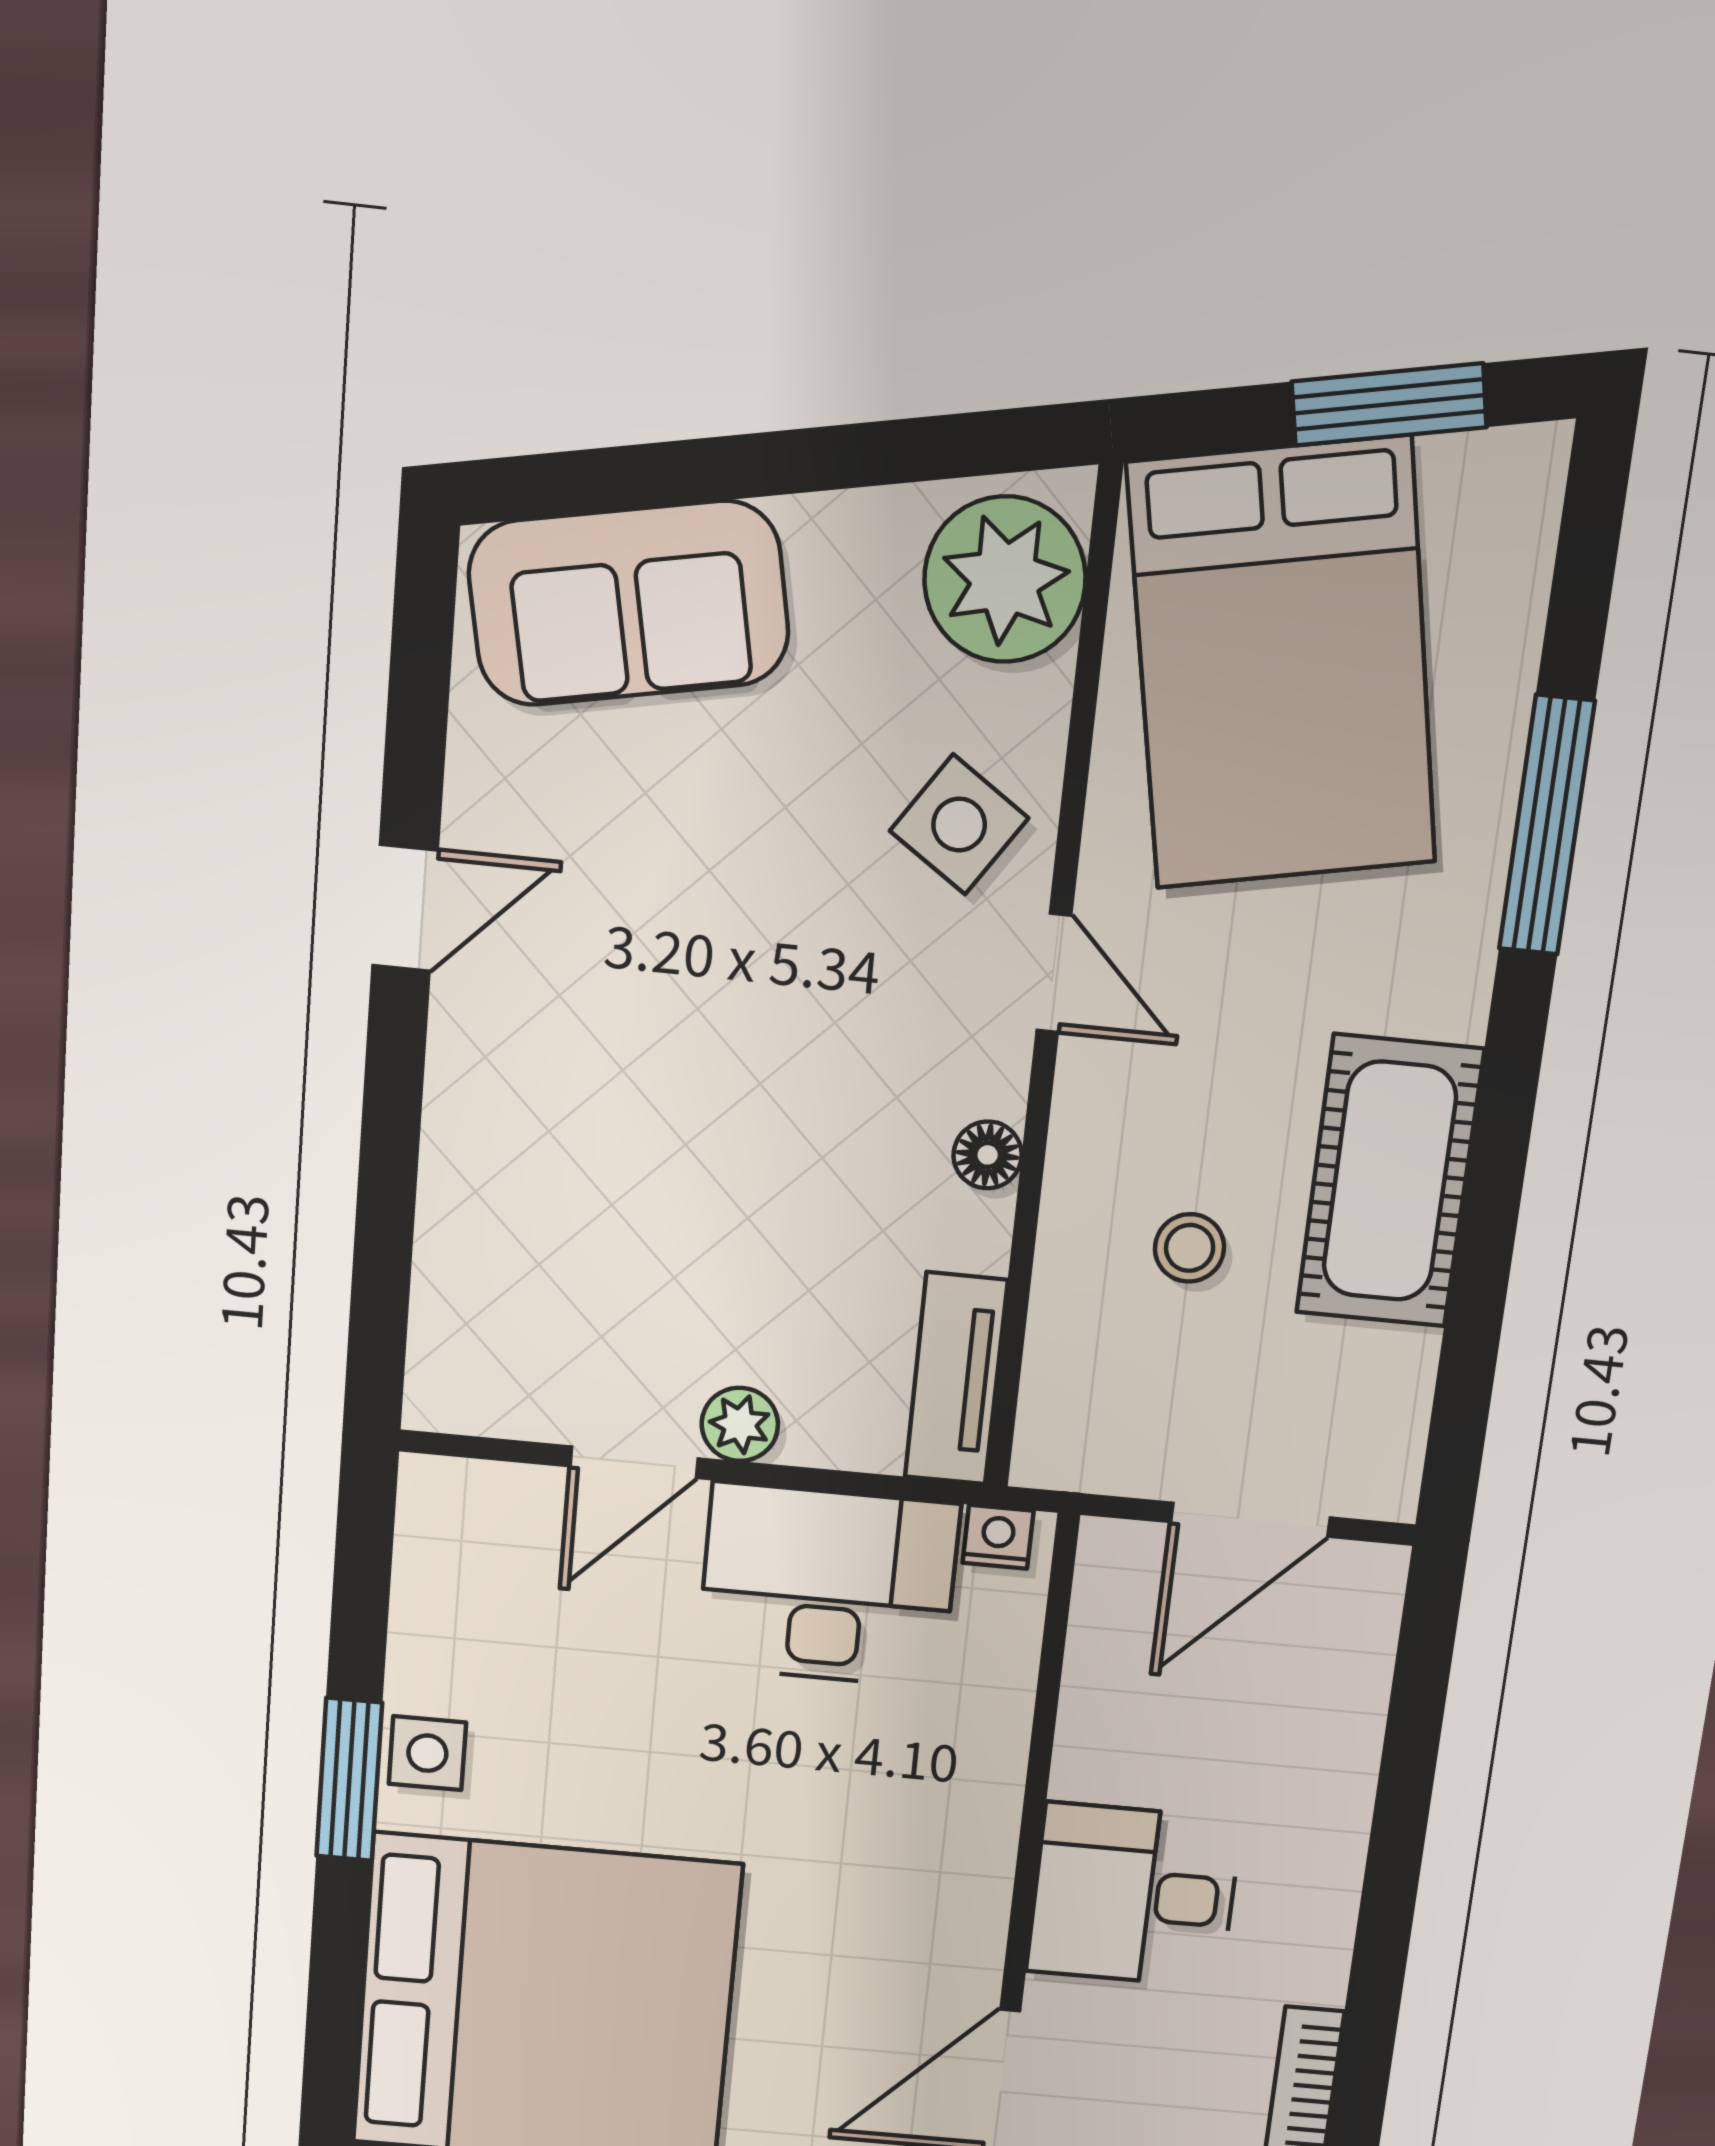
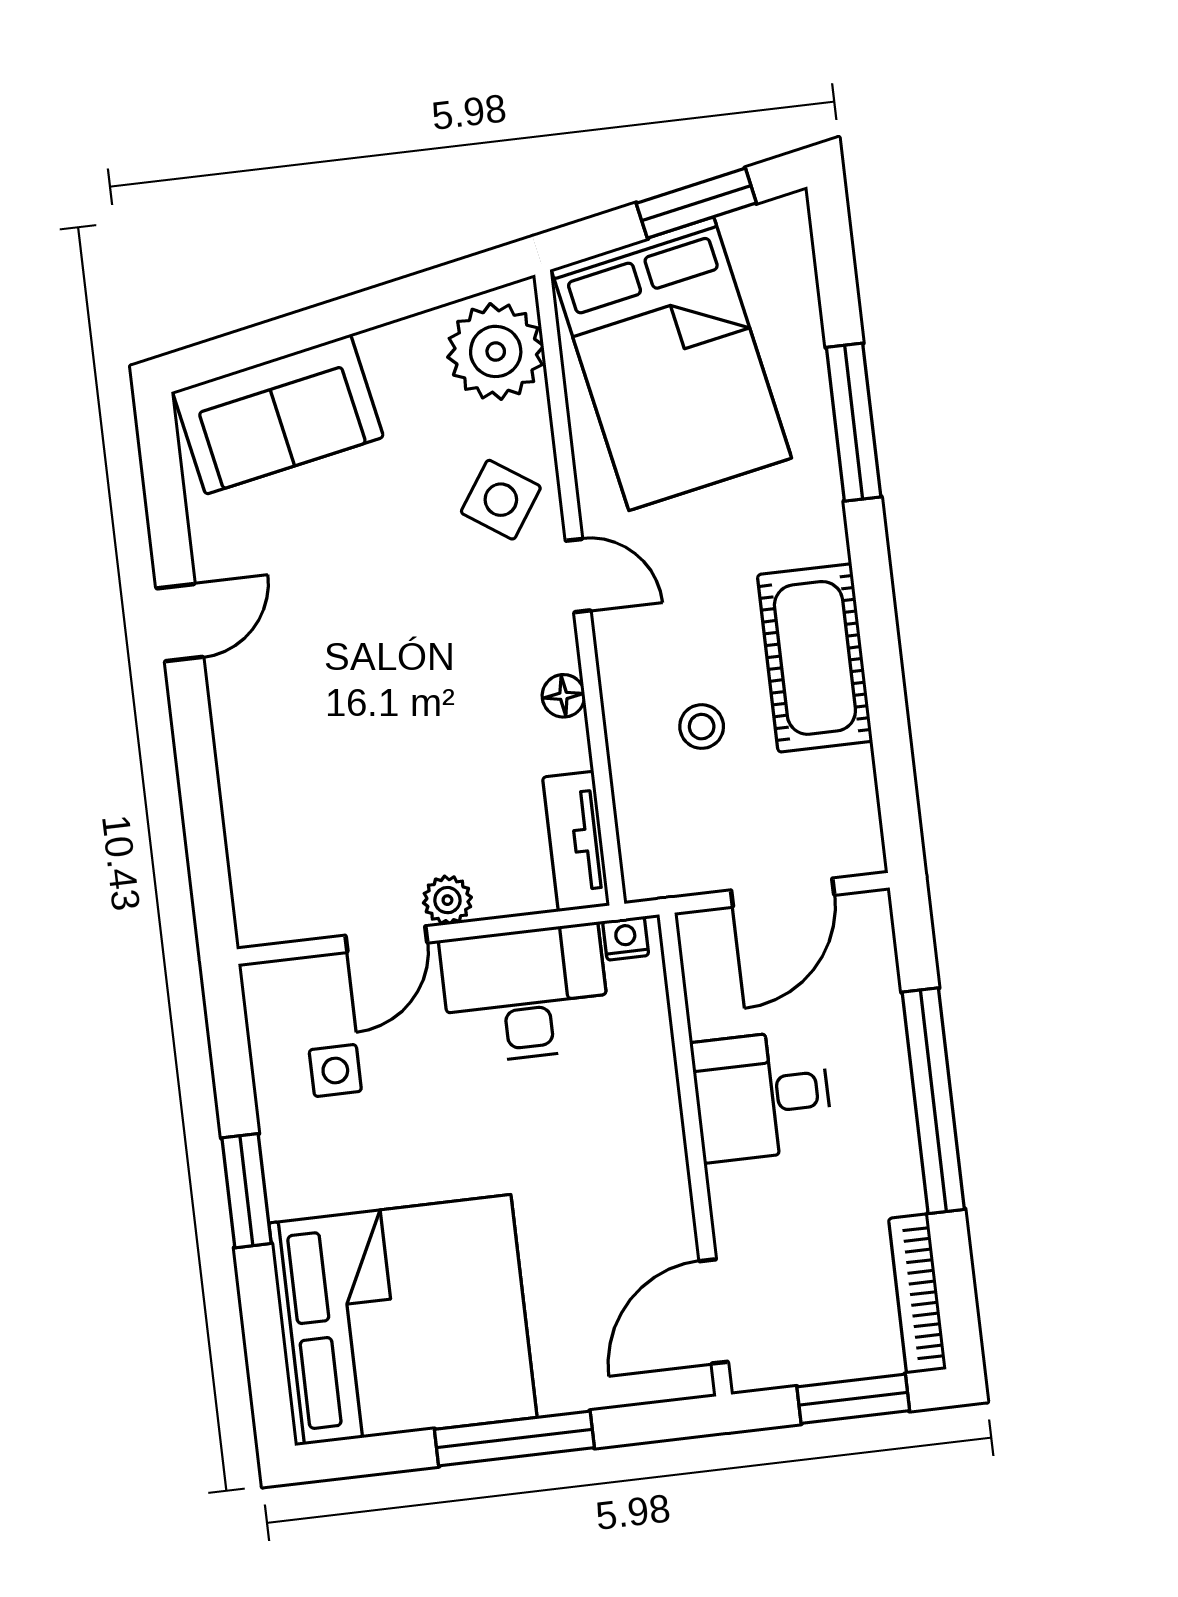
side table: (427, 1753) -> (335, 1071), moved
window: (1394, 1859) -> (933, 1101), added
desk: (1134, 1895) -> (762, 1096), moved

